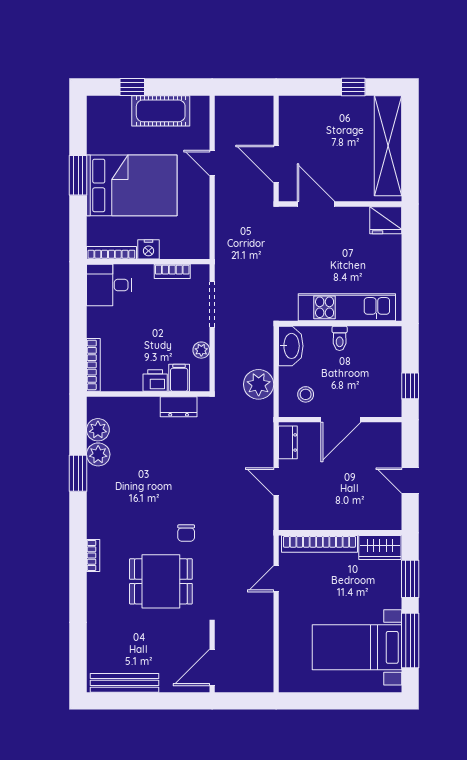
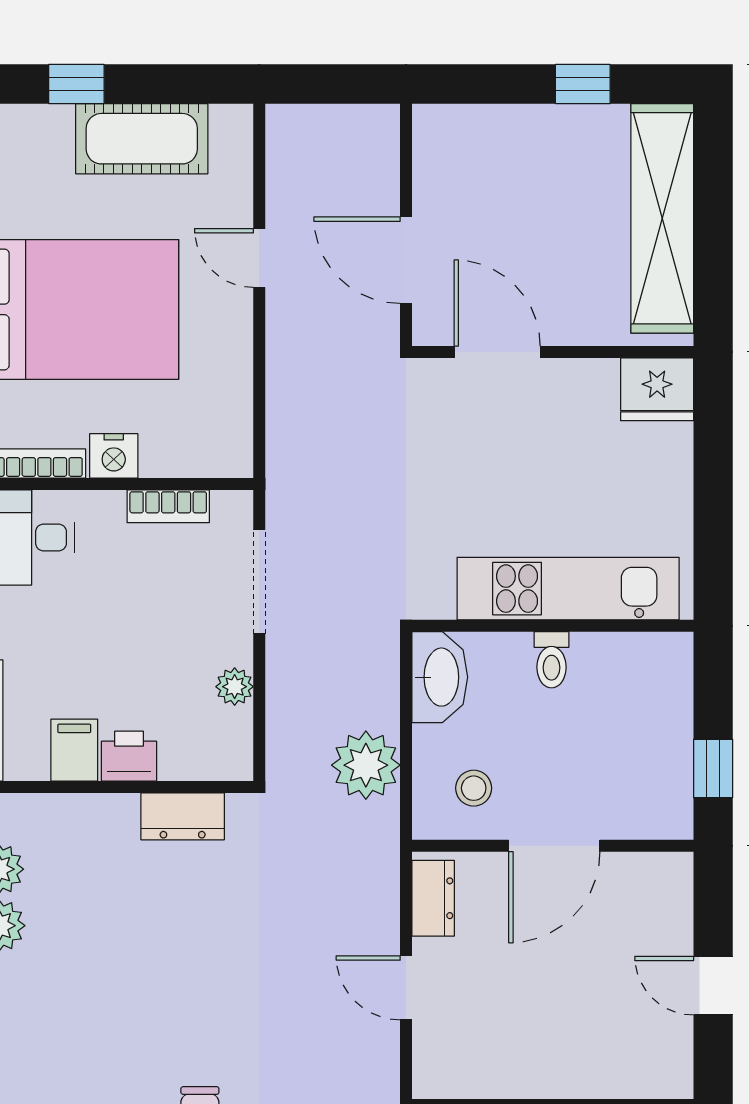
filing cabinet: (179, 378) -> (74, 750), moved

